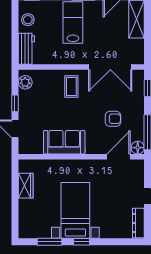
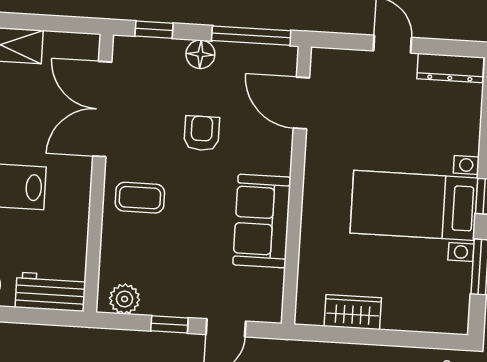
double door: (110, 67) -> (102, 109), swing flipped
armchair: (113, 119) -> (202, 133), moved
floor lamp: (138, 148) -> (200, 54), moved

